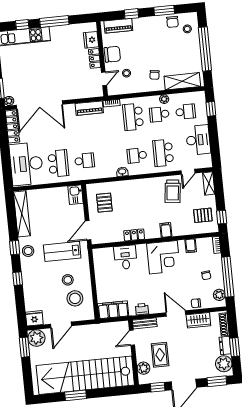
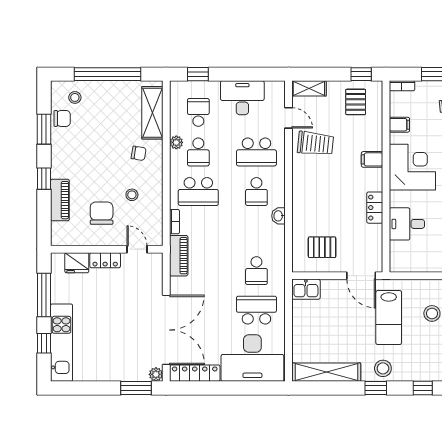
fridge: (91, 40) -> (77, 263), moved
locker: (95, 58) -> (105, 260), moved
wall: (102, 59) -> (107, 249), moved
door: (104, 79) -> (137, 249), moved
school desk: (85, 161) -> (256, 271), turned 180

